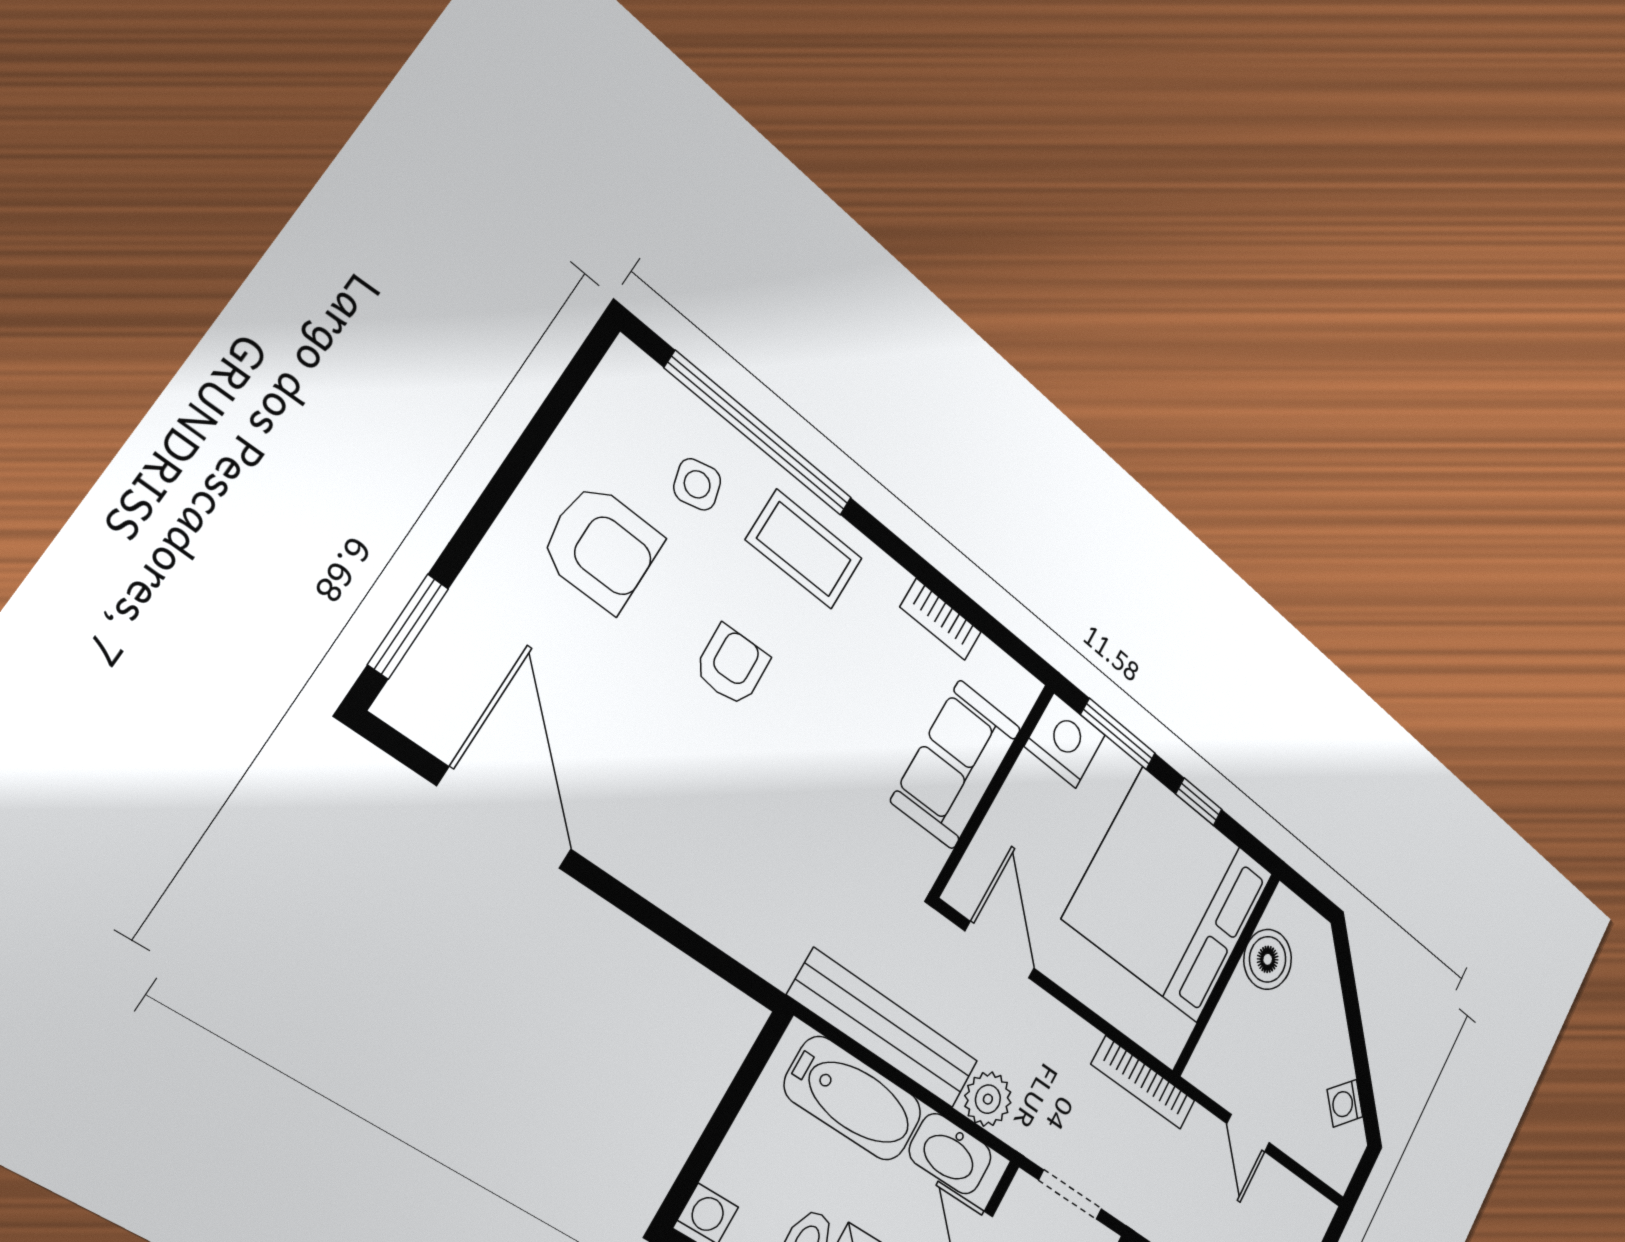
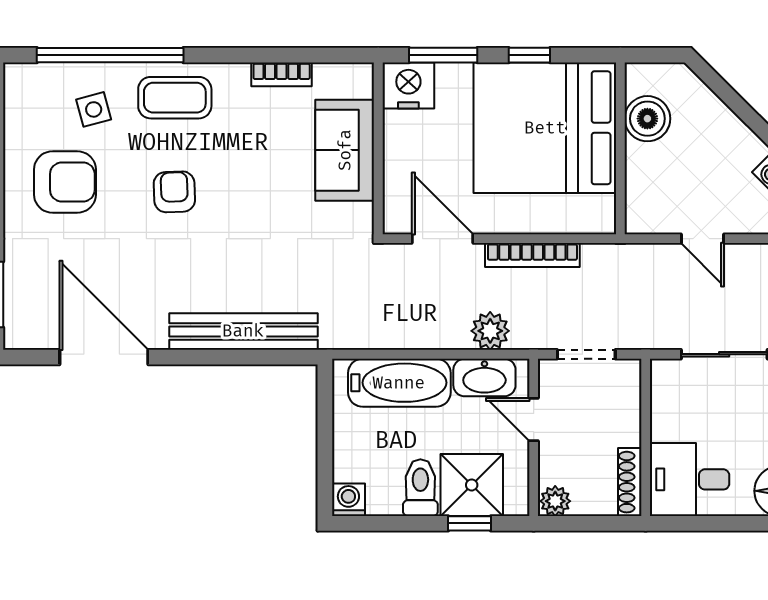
bench: (884, 1029) -> (243, 331), moved
bookcase: (1143, 1083) -> (532, 255), moved

